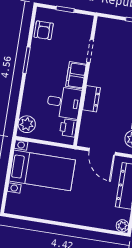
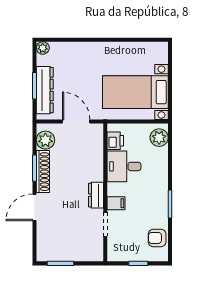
armchair: (44, 30) -> (157, 238), turned -90
filing cabinet: (76, 75) -> (116, 203), width x0.50
dresser: (91, 99) -> (96, 195), moved

